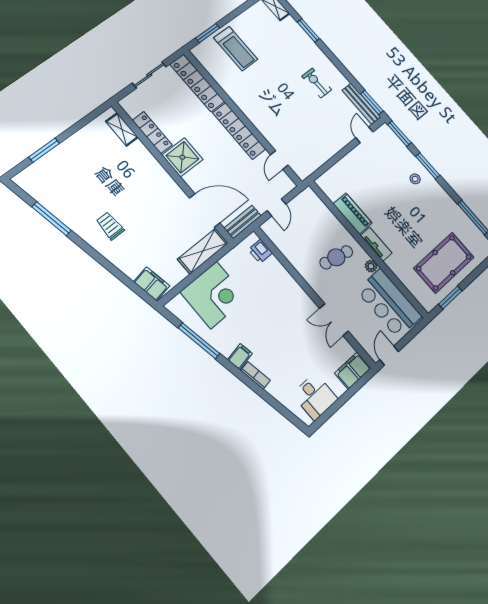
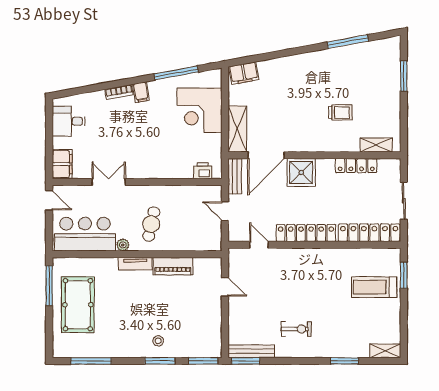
door: (364, 135) -> (225, 287), moved
shower: (182, 157) -> (301, 173), moved
trolley: (110, 226) -> (340, 112), moved
window: (450, 297) -> (49, 286), width x1.44

